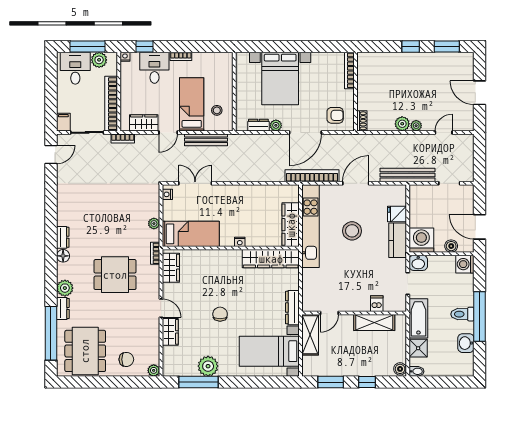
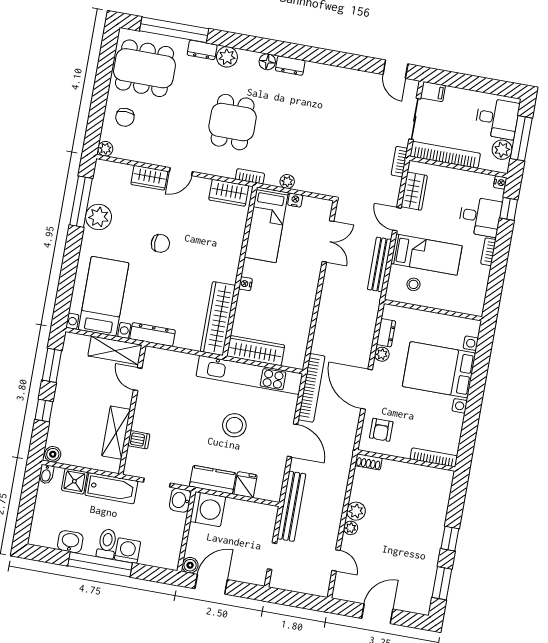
nightstand: (167, 194) -> (295, 200), moved
boiler: (451, 246) -> (190, 565), moved
washing machine: (465, 264) -> (128, 551), moved

